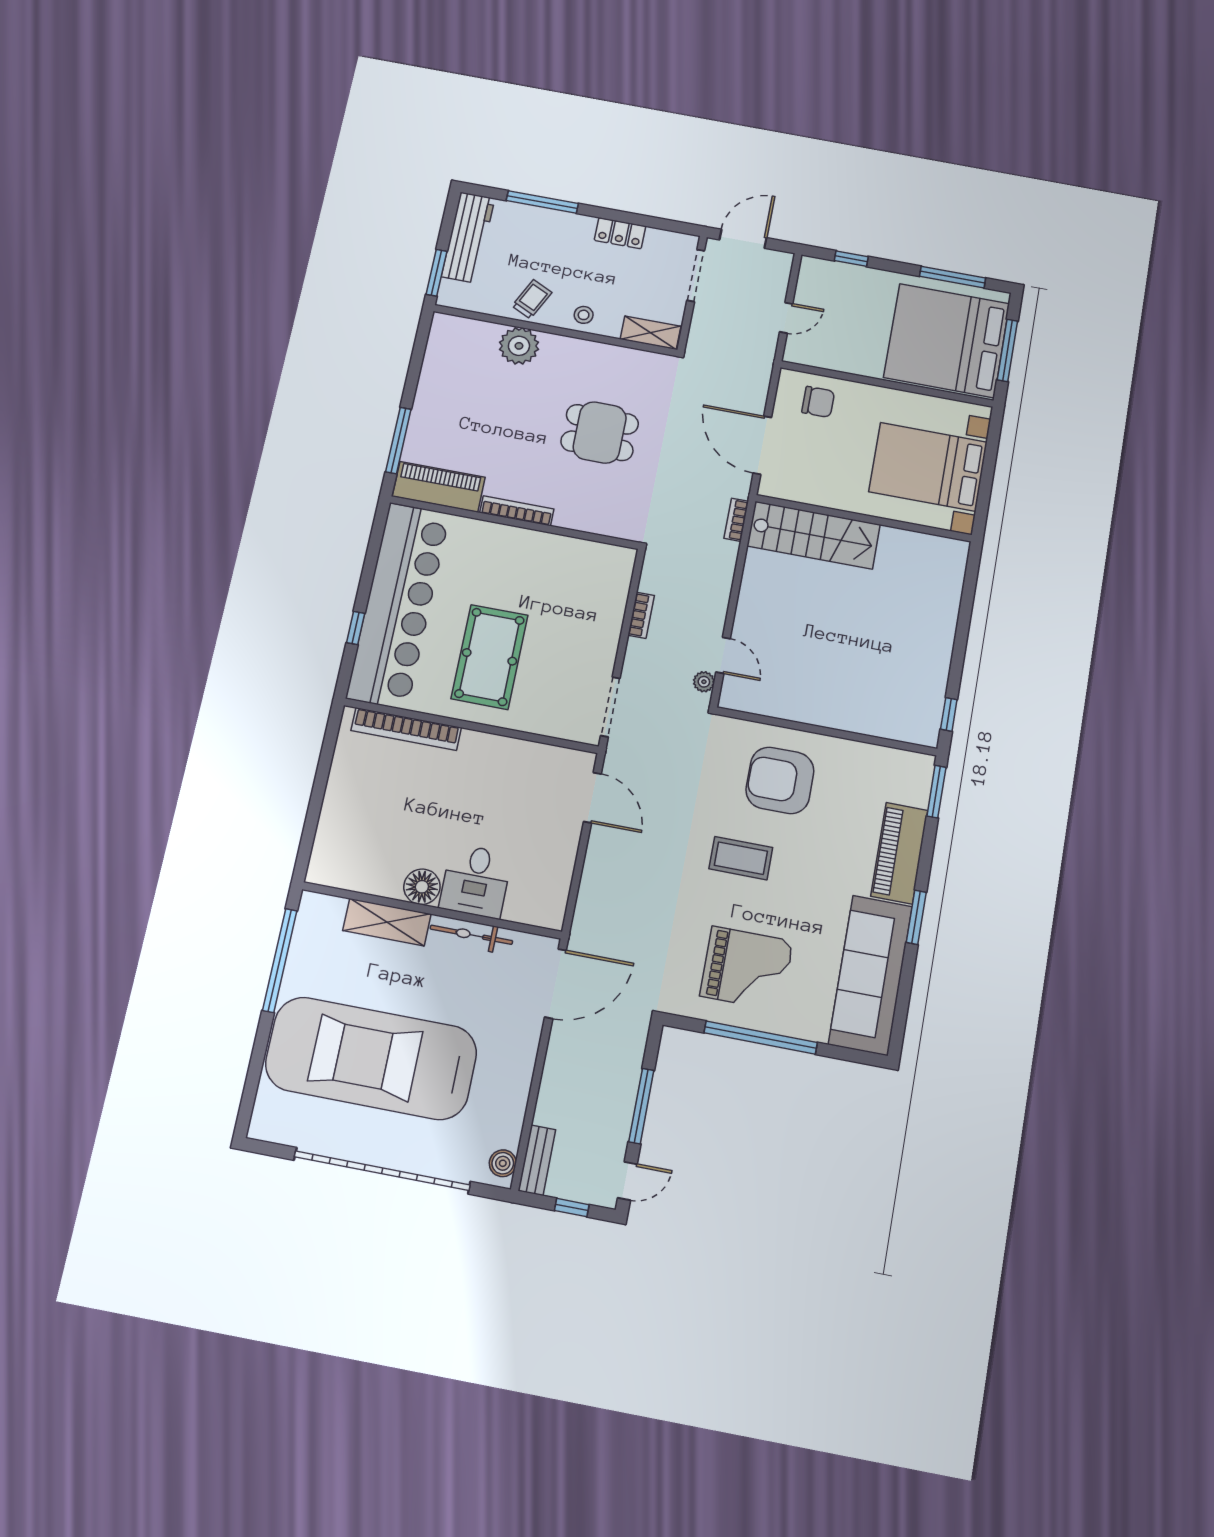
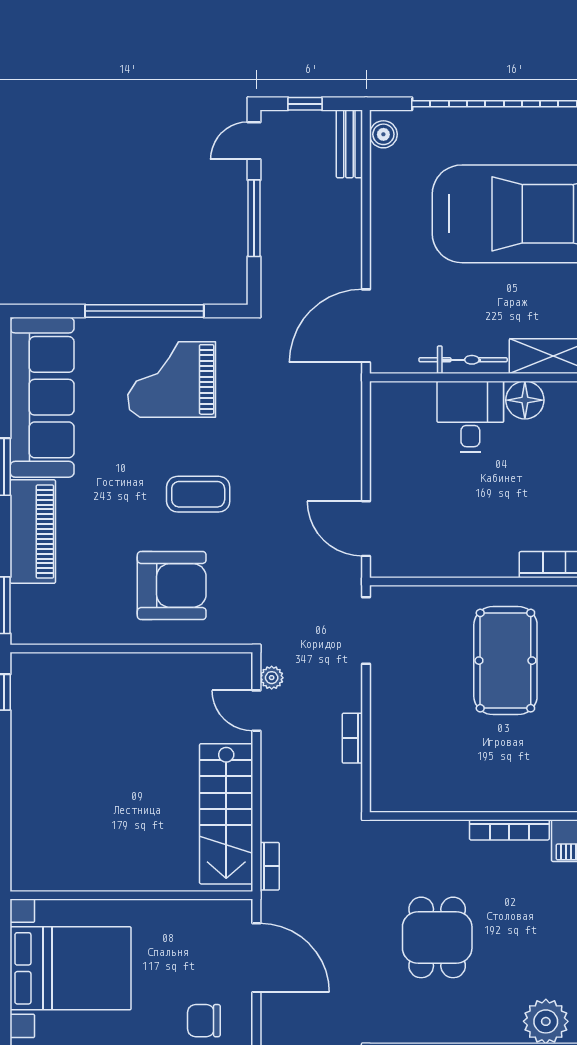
dining table: (600, 433) -> (437, 937), turned 90
stairs: (814, 535) -> (226, 814), moved, turned -90

